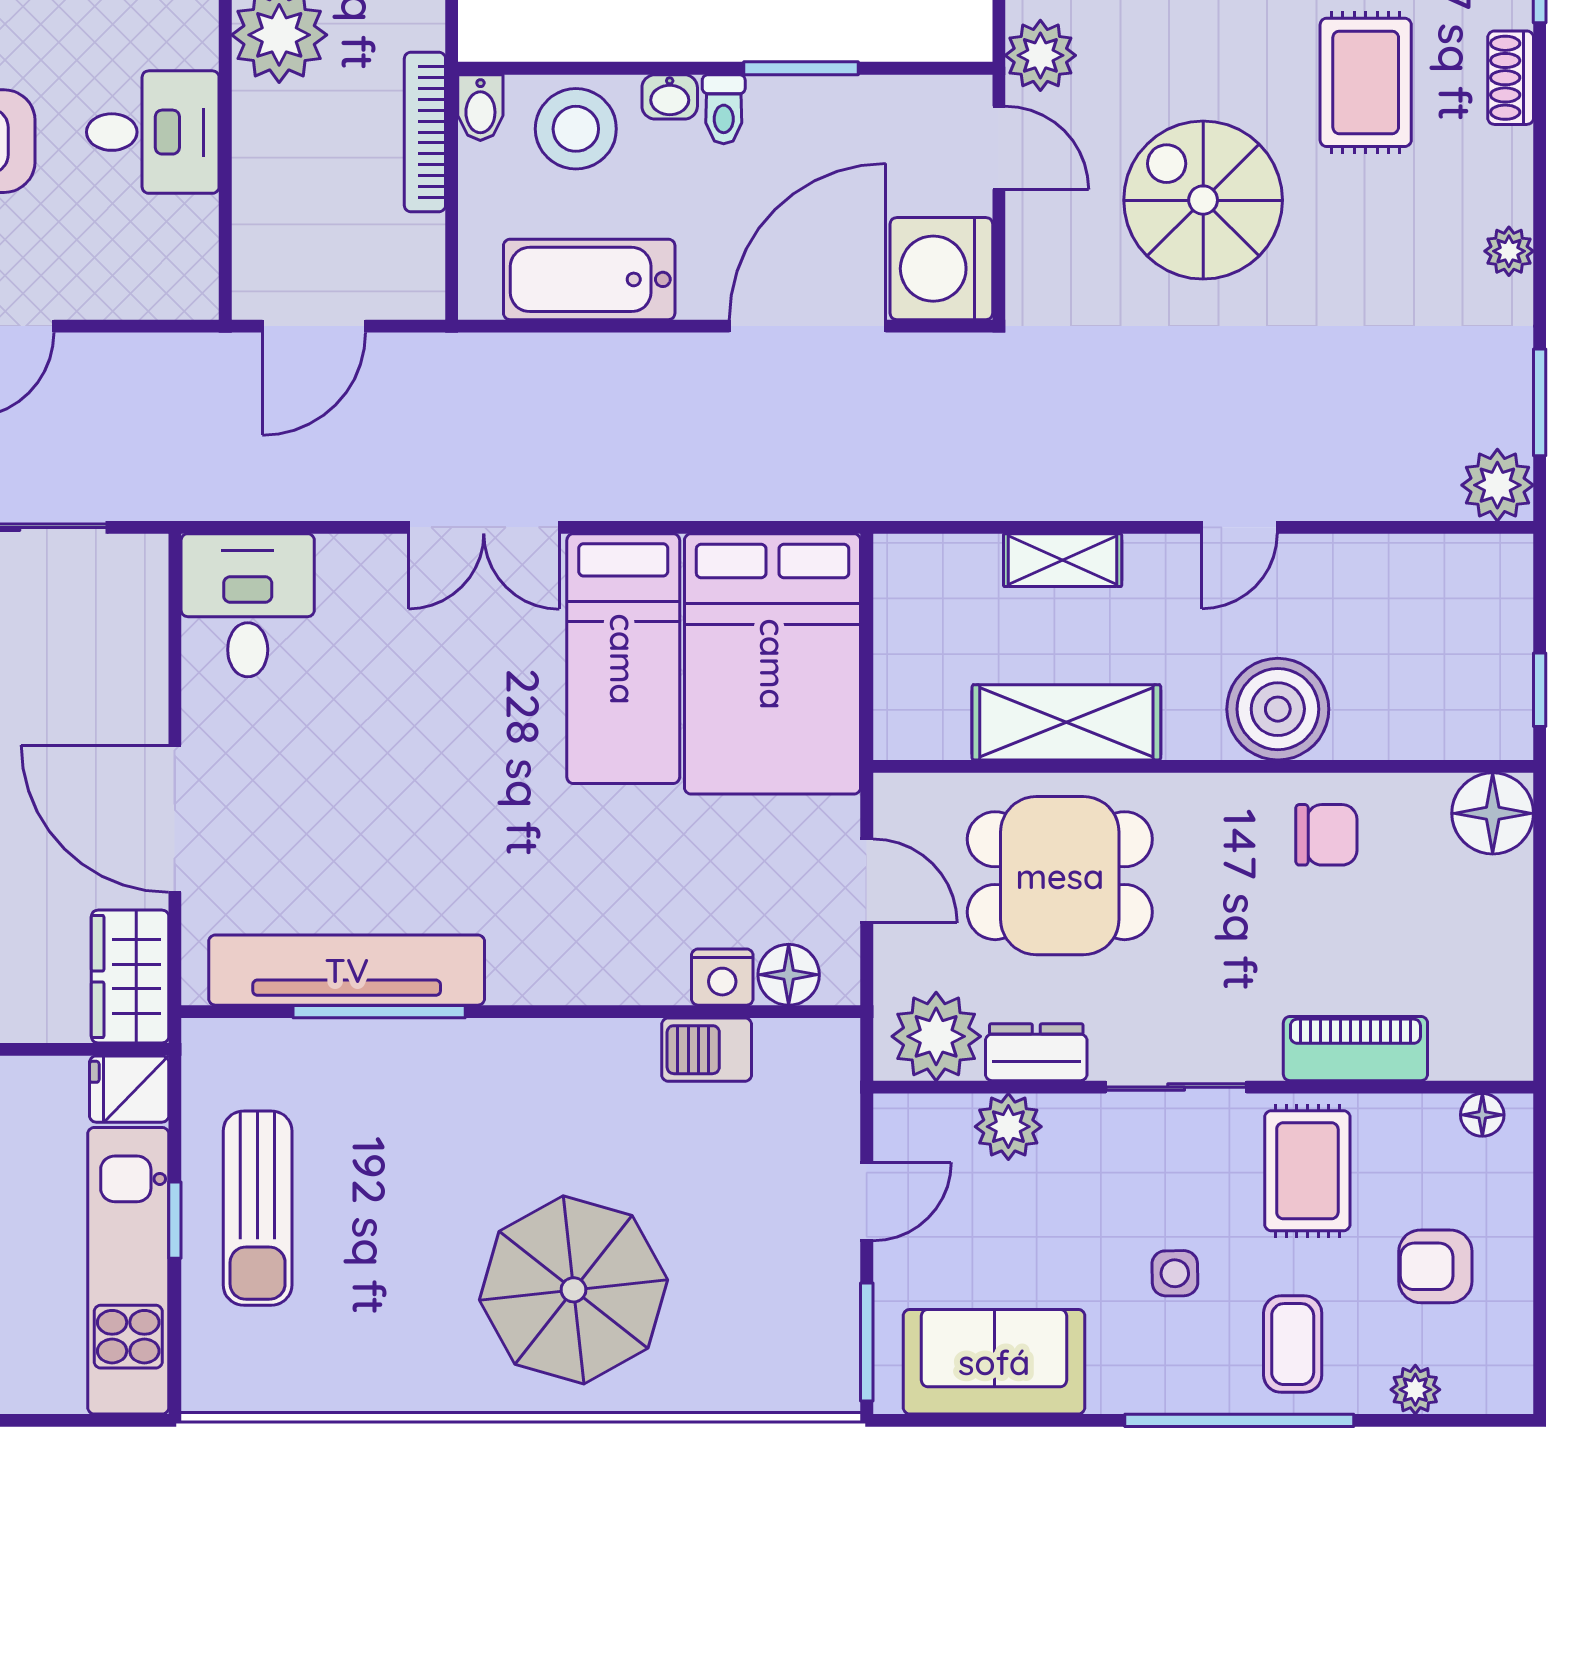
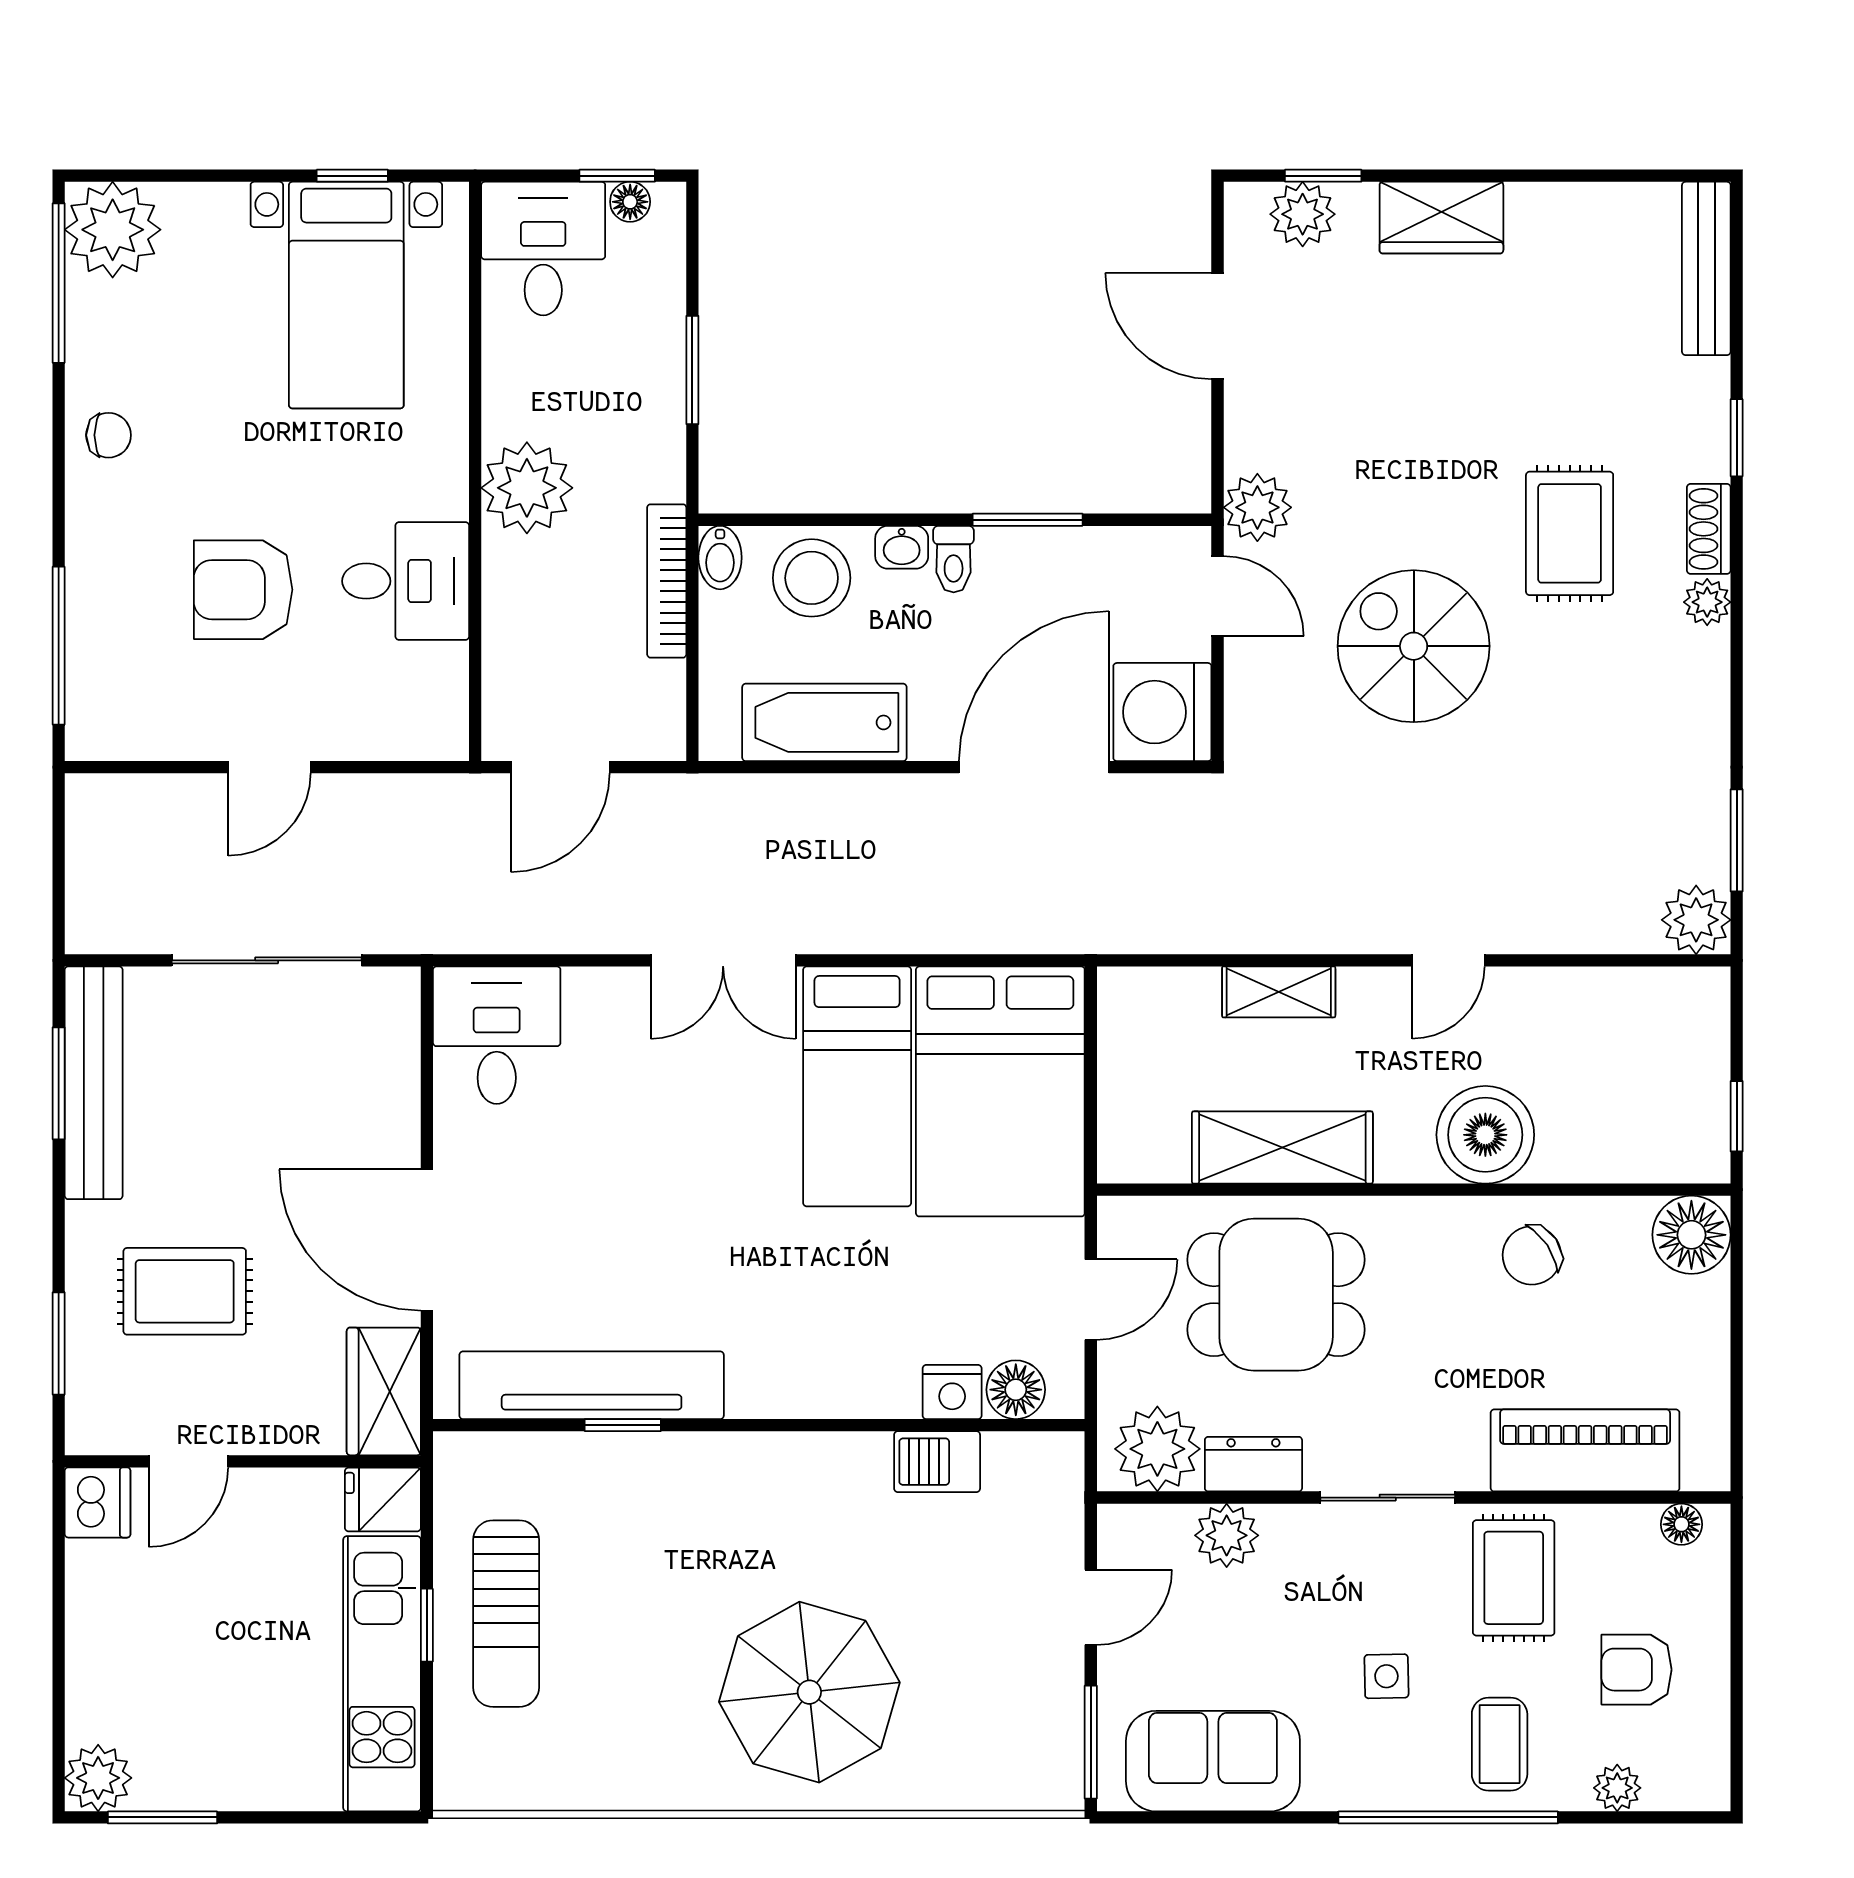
plant: (1509, 251) -> (1707, 602), moved
chair: (1326, 835) -> (1532, 1255), turned 146
door: (867, 881) -> (1091, 1300), hinge flipped
window: (379, 1012) -> (623, 1425), width x0.46
piano: (1355, 1049) -> (1585, 1450), width x1.37, depth x1.33

